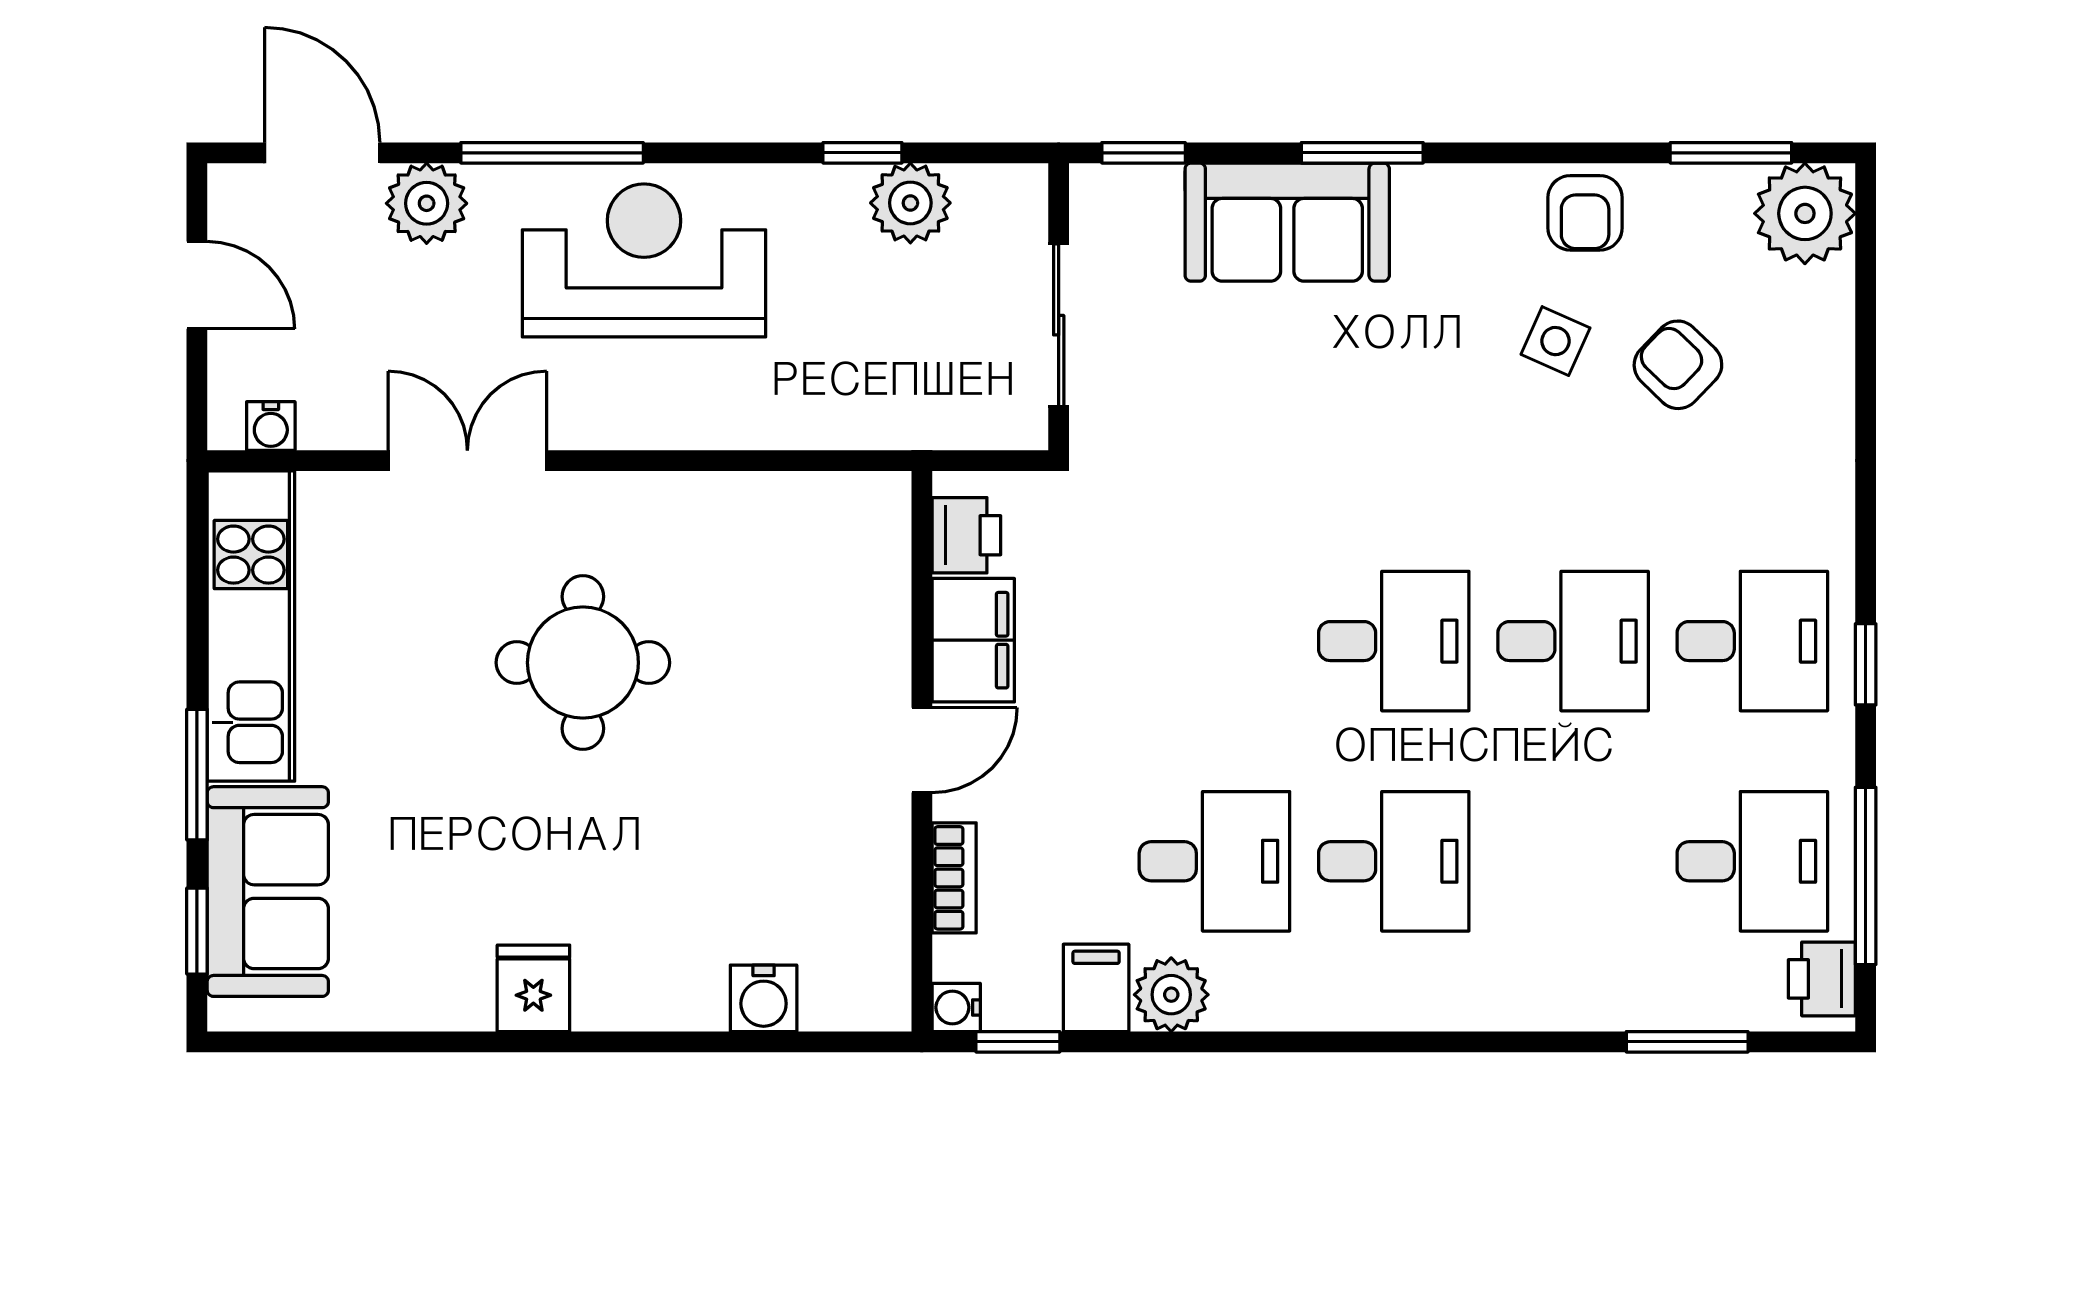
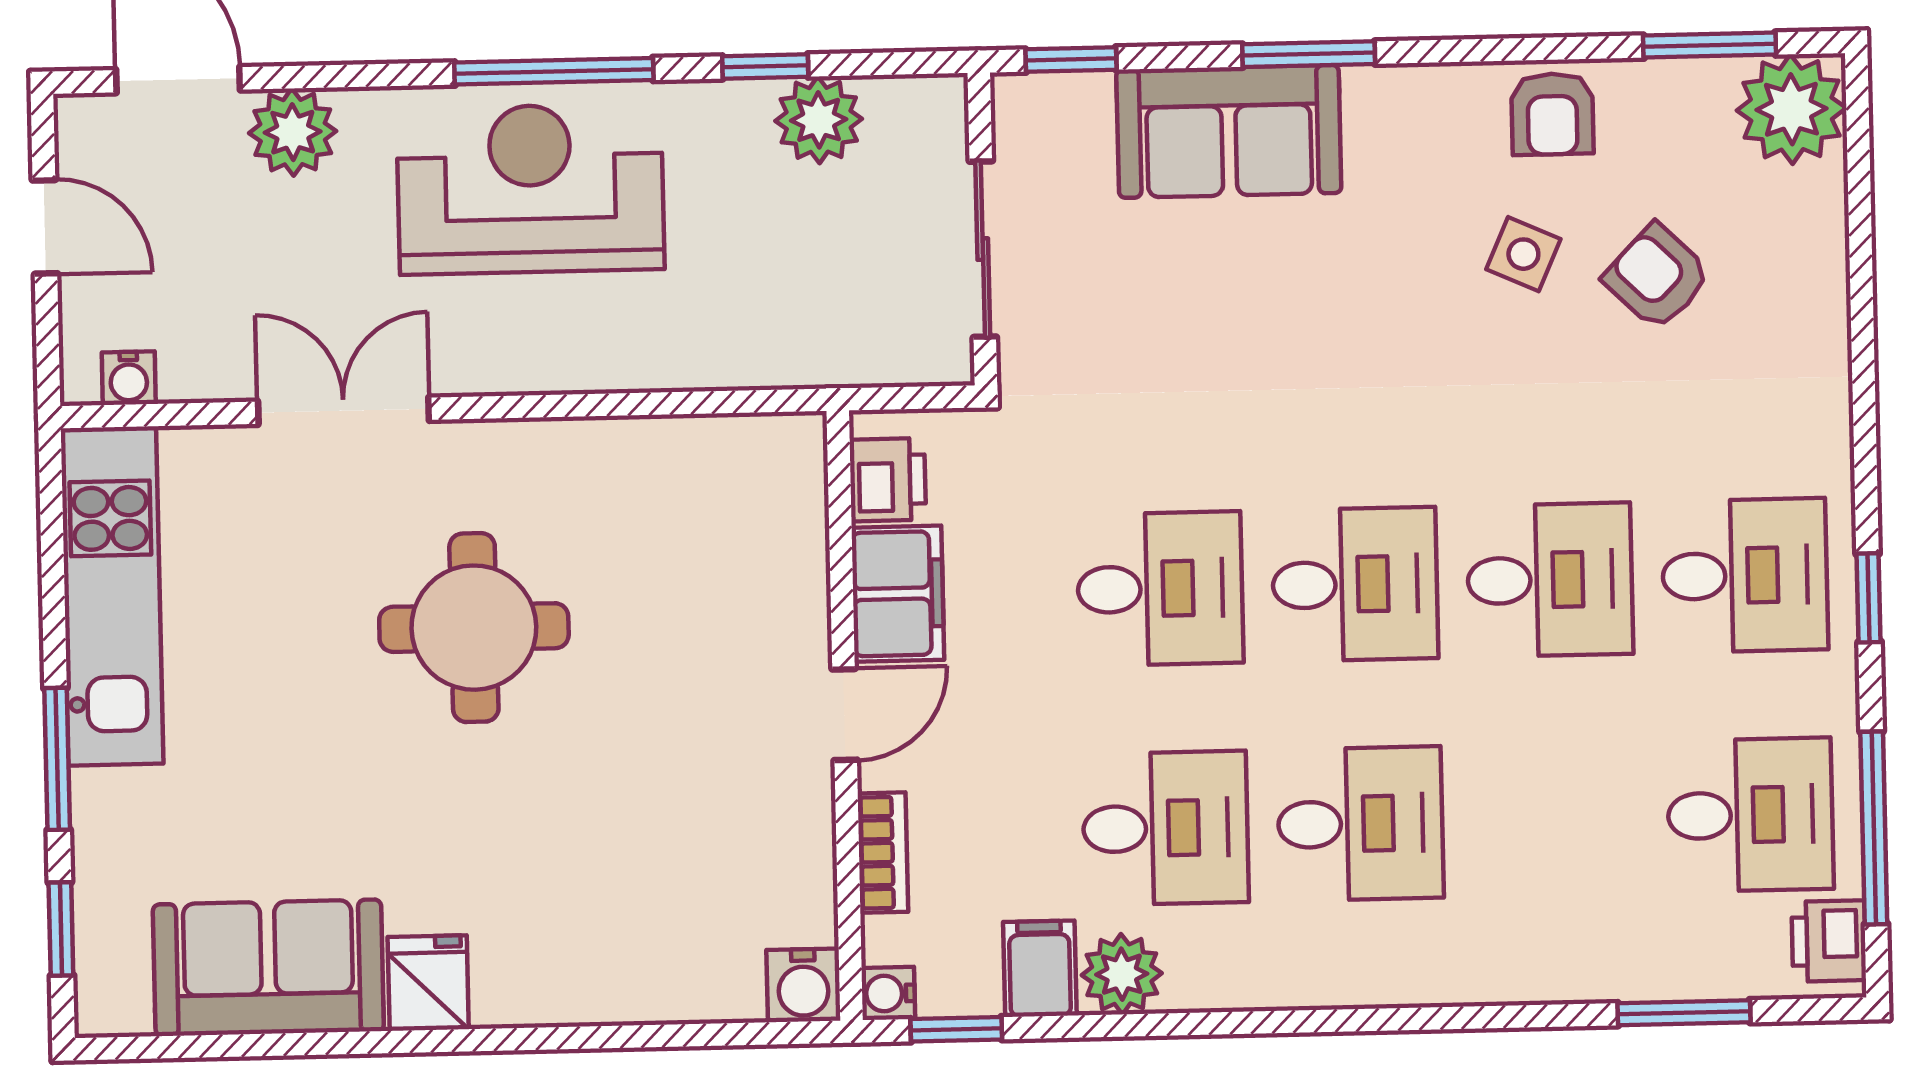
window: (552, 153) -> (554, 71), moved
desk: (1214, 641) -> (1160, 589), added
sofa: (268, 892) -> (268, 968), moved, turned -90
water cooler: (764, 998) -> (803, 985), moved

